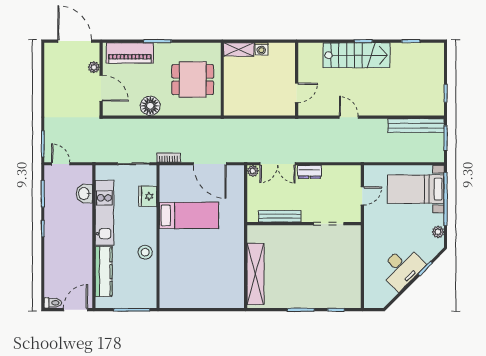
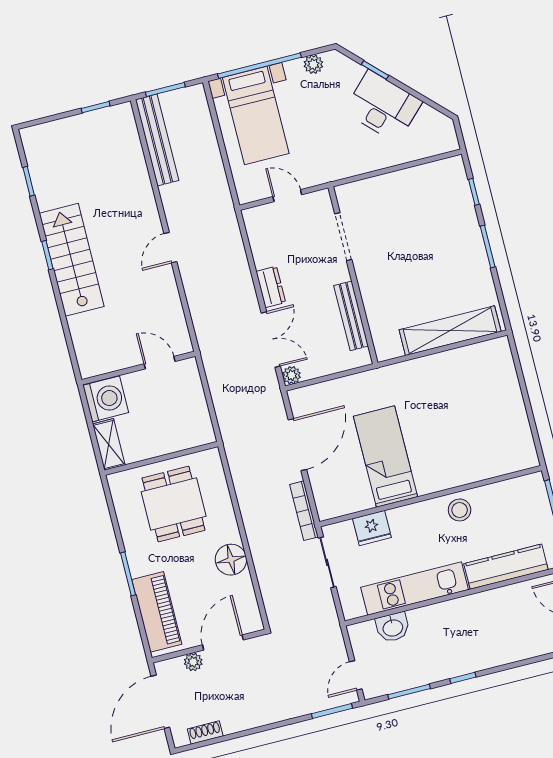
washing machine: (261, 49) -> (106, 399), width x1.89, depth x1.89
shoe rack: (49, 64) -> (205, 732), added
wall: (297, 79) -> (138, 368), moved
door: (297, 93) -> (160, 363), moved
bookcase: (169, 158) -> (304, 511), width x1.56

